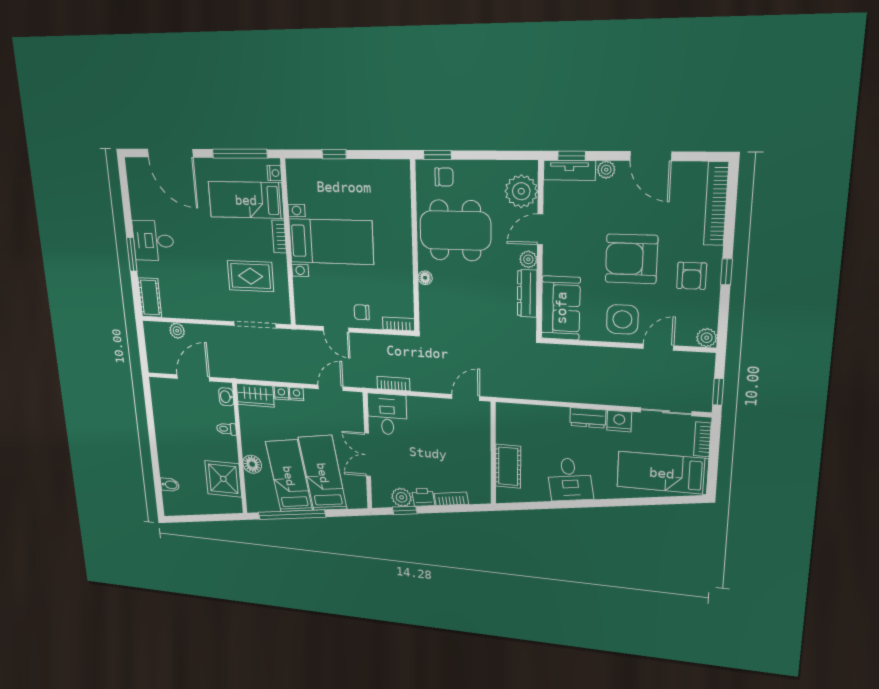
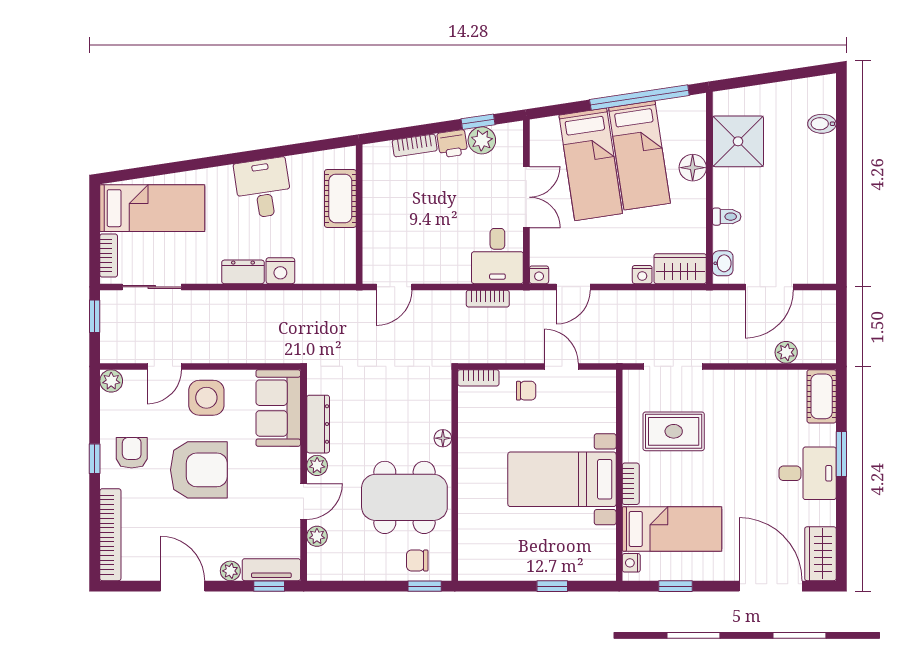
window: (240, 154) -> (675, 586), width x0.46
wardrobe: (138, 179) -> (820, 554), added
plant: (521, 191) -> (317, 536), width x0.53, depth x0.53
nightstand: (297, 394) -> (539, 275), moved
nightstand: (619, 421) -> (280, 271), moved

